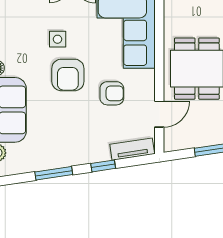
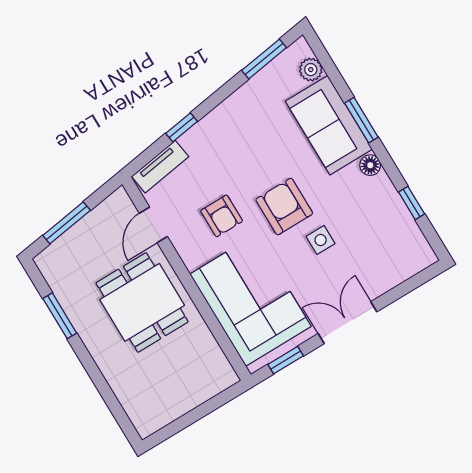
armchair: (112, 93) -> (222, 216), turned -90
window: (54, 173) -> (264, 59), moved

